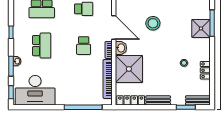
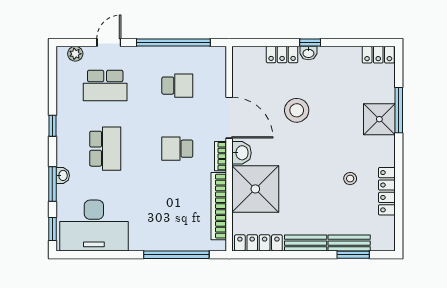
school desk: (84, 46) -> (177, 149), turned 90
locker: (205, 70) -> (387, 191), width x1.53
bench: (198, 100) -> (349, 243), moved

